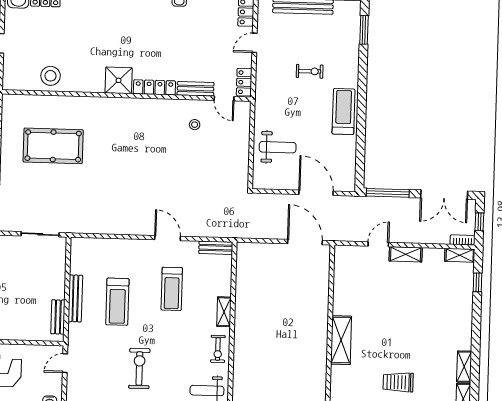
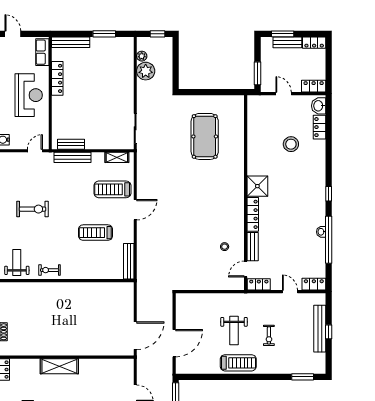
stool: (51, 76) -> (291, 144), moved
weight bench: (278, 147) -> (234, 330), moved
door: (168, 238) -> (135, 210), moved
bench: (216, 248) -> (129, 261), width x1.36
bench: (75, 298) -> (72, 157), moved
treadmill: (117, 302) -> (112, 189), moved
shelving: (224, 312) -> (117, 157), moved
door: (65, 363) -> (35, 151), hinge flipped

